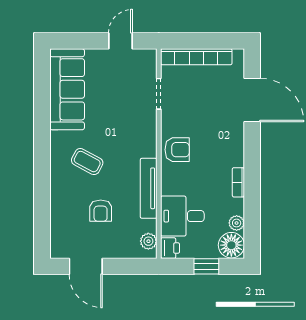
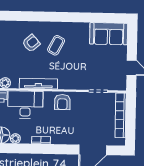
sofa: (67, 89) -> (109, 34), width x0.73
armchair: (101, 211) -> (31, 43), moved, turned 139
desk: (182, 216) -> (25, 105), width x1.37

